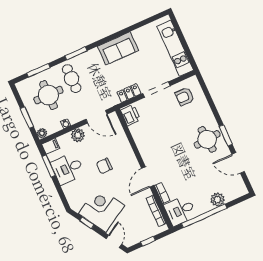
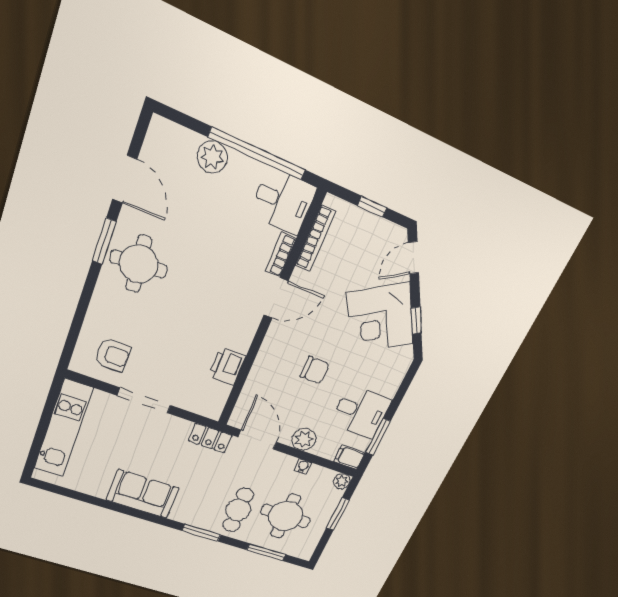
locker: (129, 93) -> (210, 438), moved
printer: (130, 115) -> (227, 366), moved

